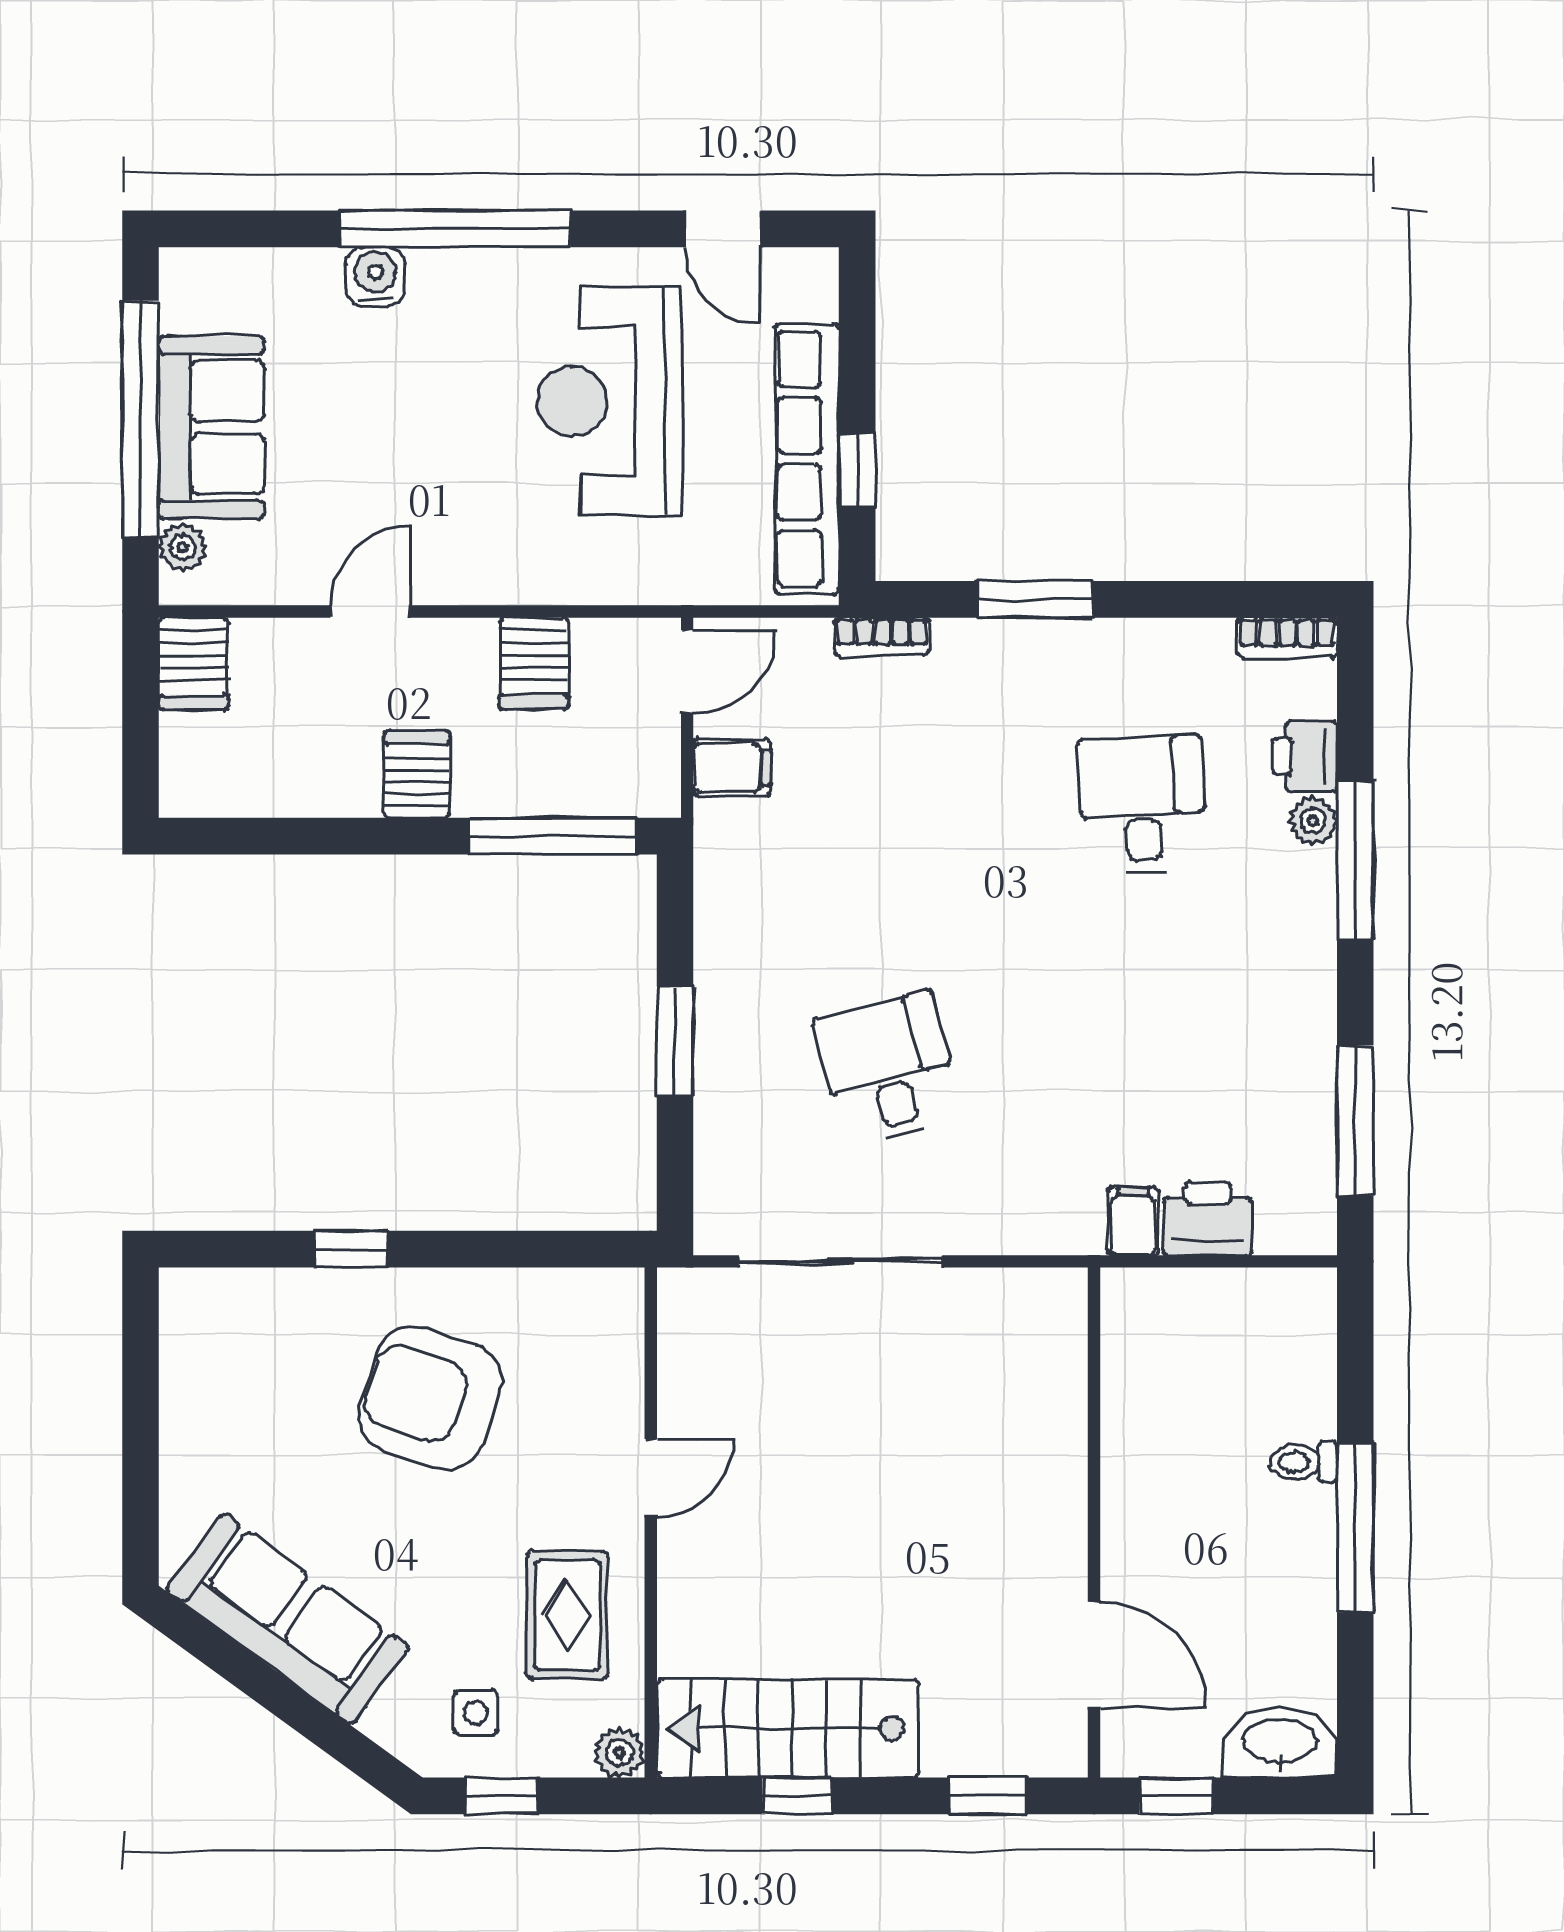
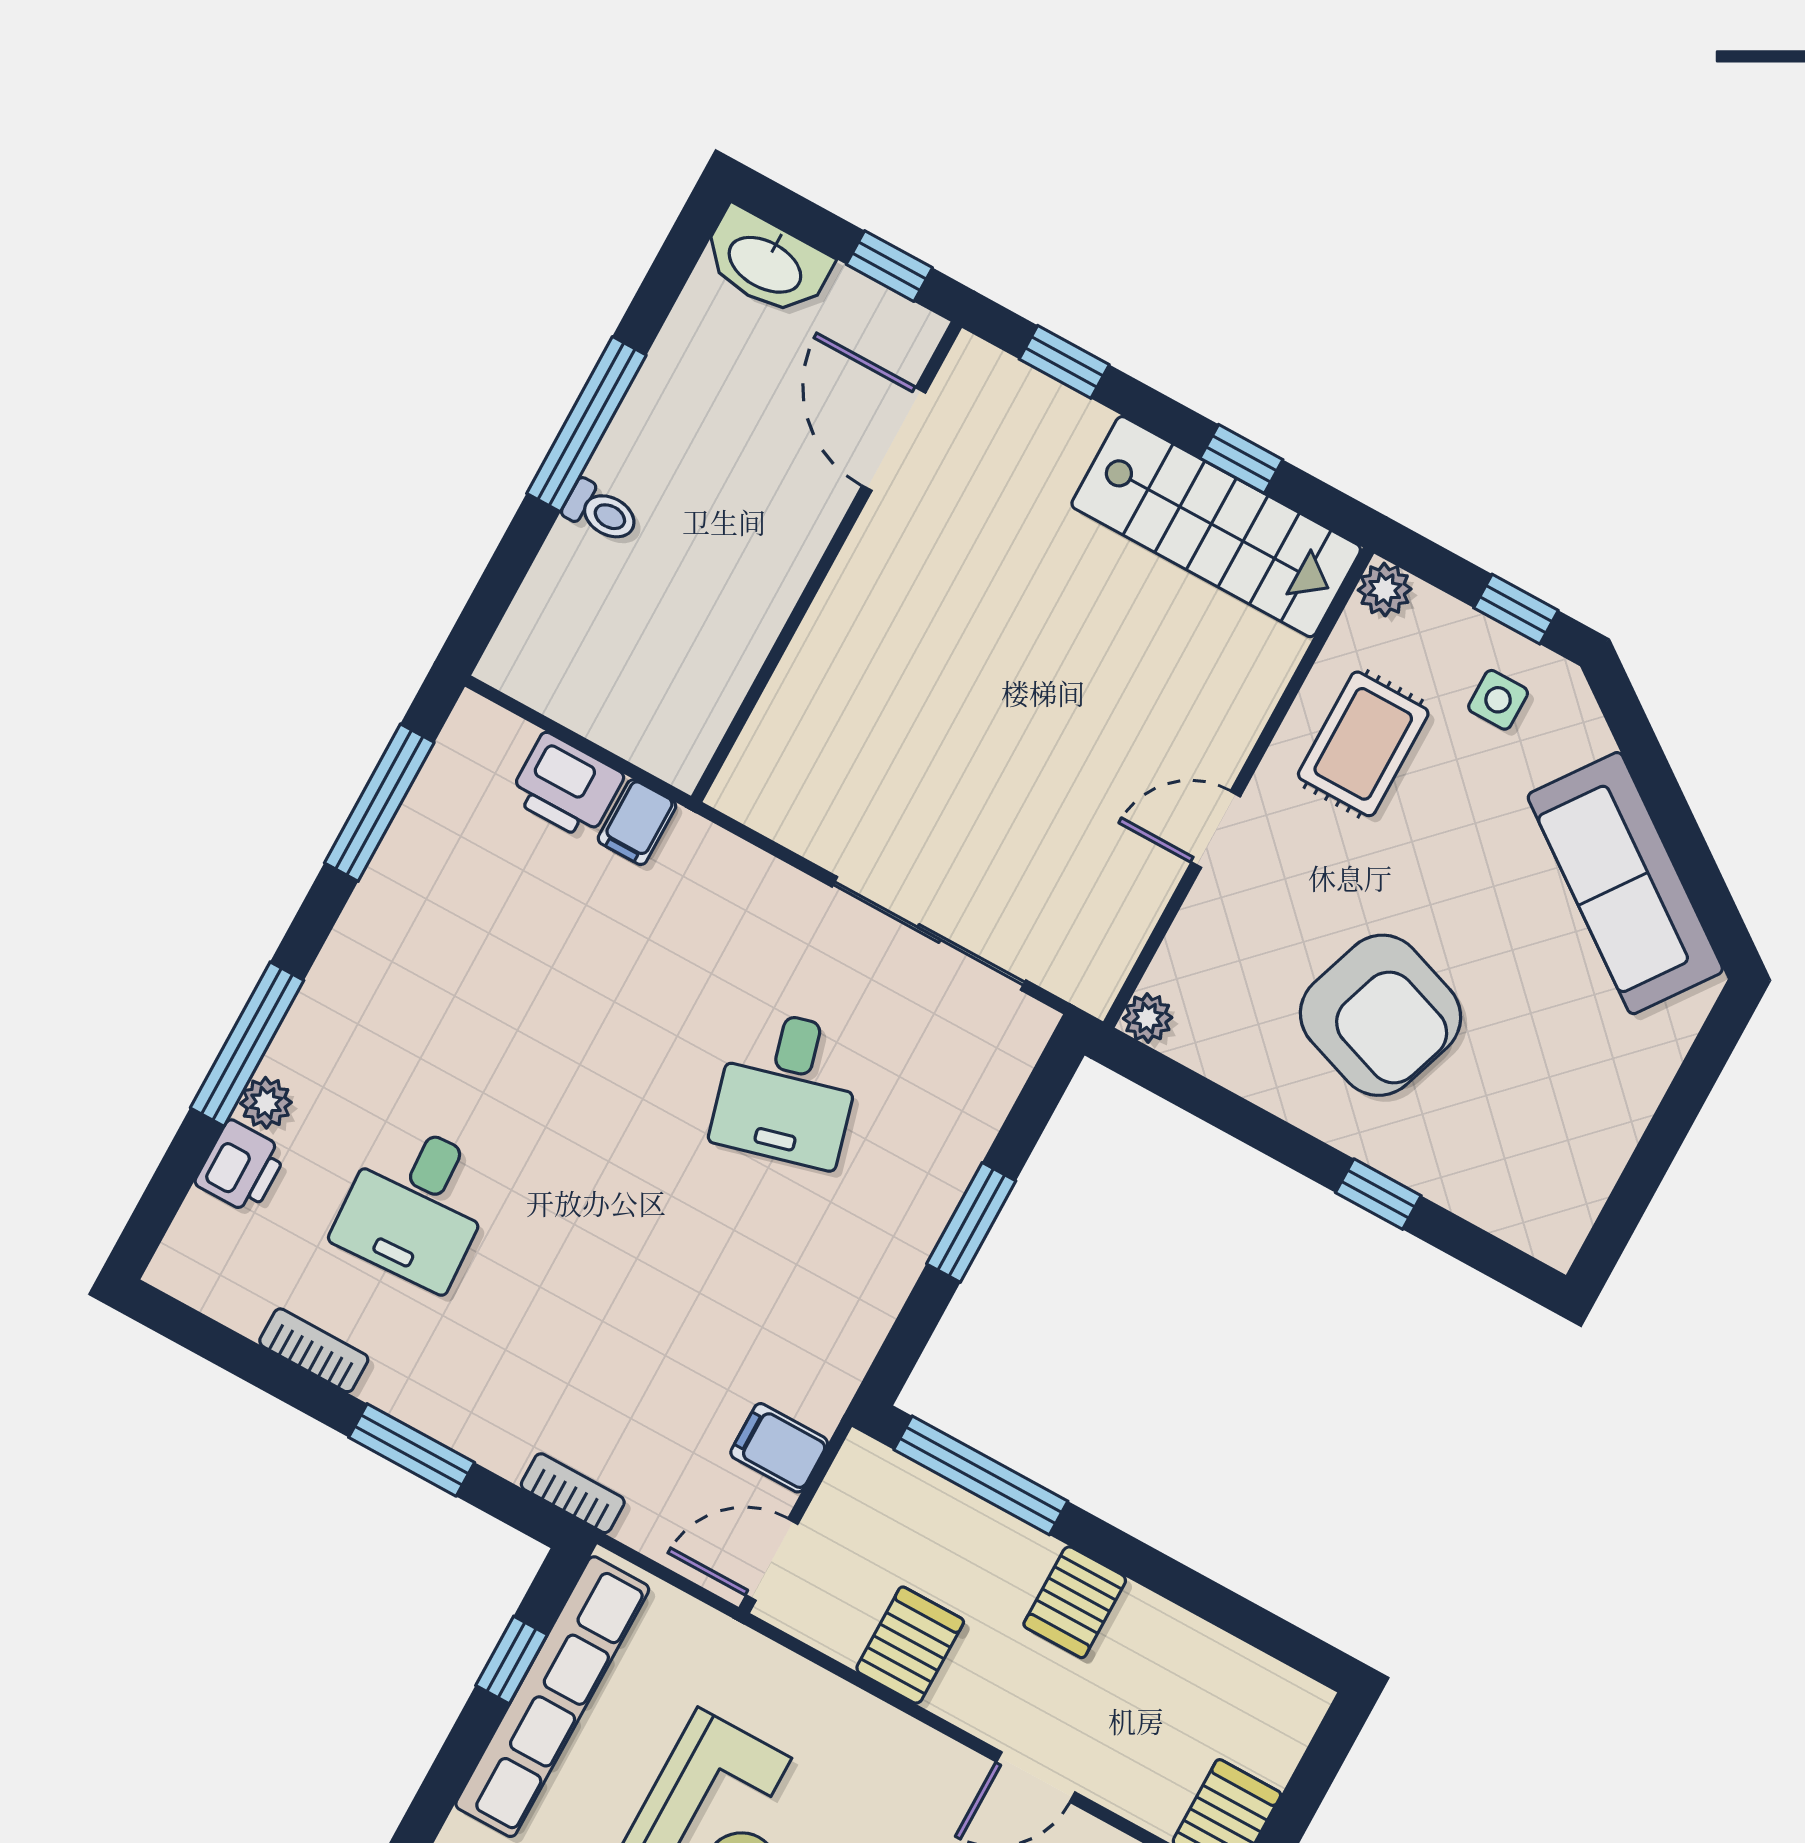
bookcase: (1287, 637) -> (314, 1350), moved
plant: (622, 1290) -> (1148, 1018), added

